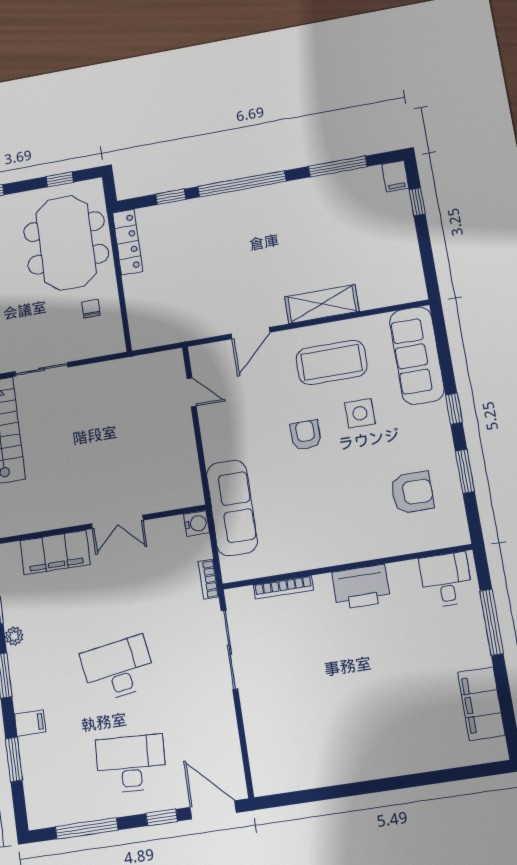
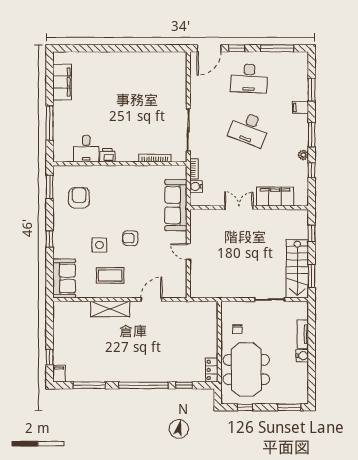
locker: (128, 242) -> (212, 370), width x0.66
sofa: (417, 355) -> (64, 278), width x0.73
coffee table: (332, 362) -> (110, 276), width x0.73, depth x0.76
door: (192, 392) -> (188, 252), moved
armchair: (306, 435) -> (130, 238), turned 90
window: (465, 471) -> (50, 187), moved
armchair: (412, 492) -> (79, 198), turned 90
water cooler: (196, 524) -> (196, 186), moved
desk: (446, 580) -> (86, 149), moved
printer: (361, 587) -> (107, 155), width x0.53, depth x0.68
desk: (118, 669) -> (249, 129), turned 30
door: (213, 810) -> (209, 48), hinge flipped

